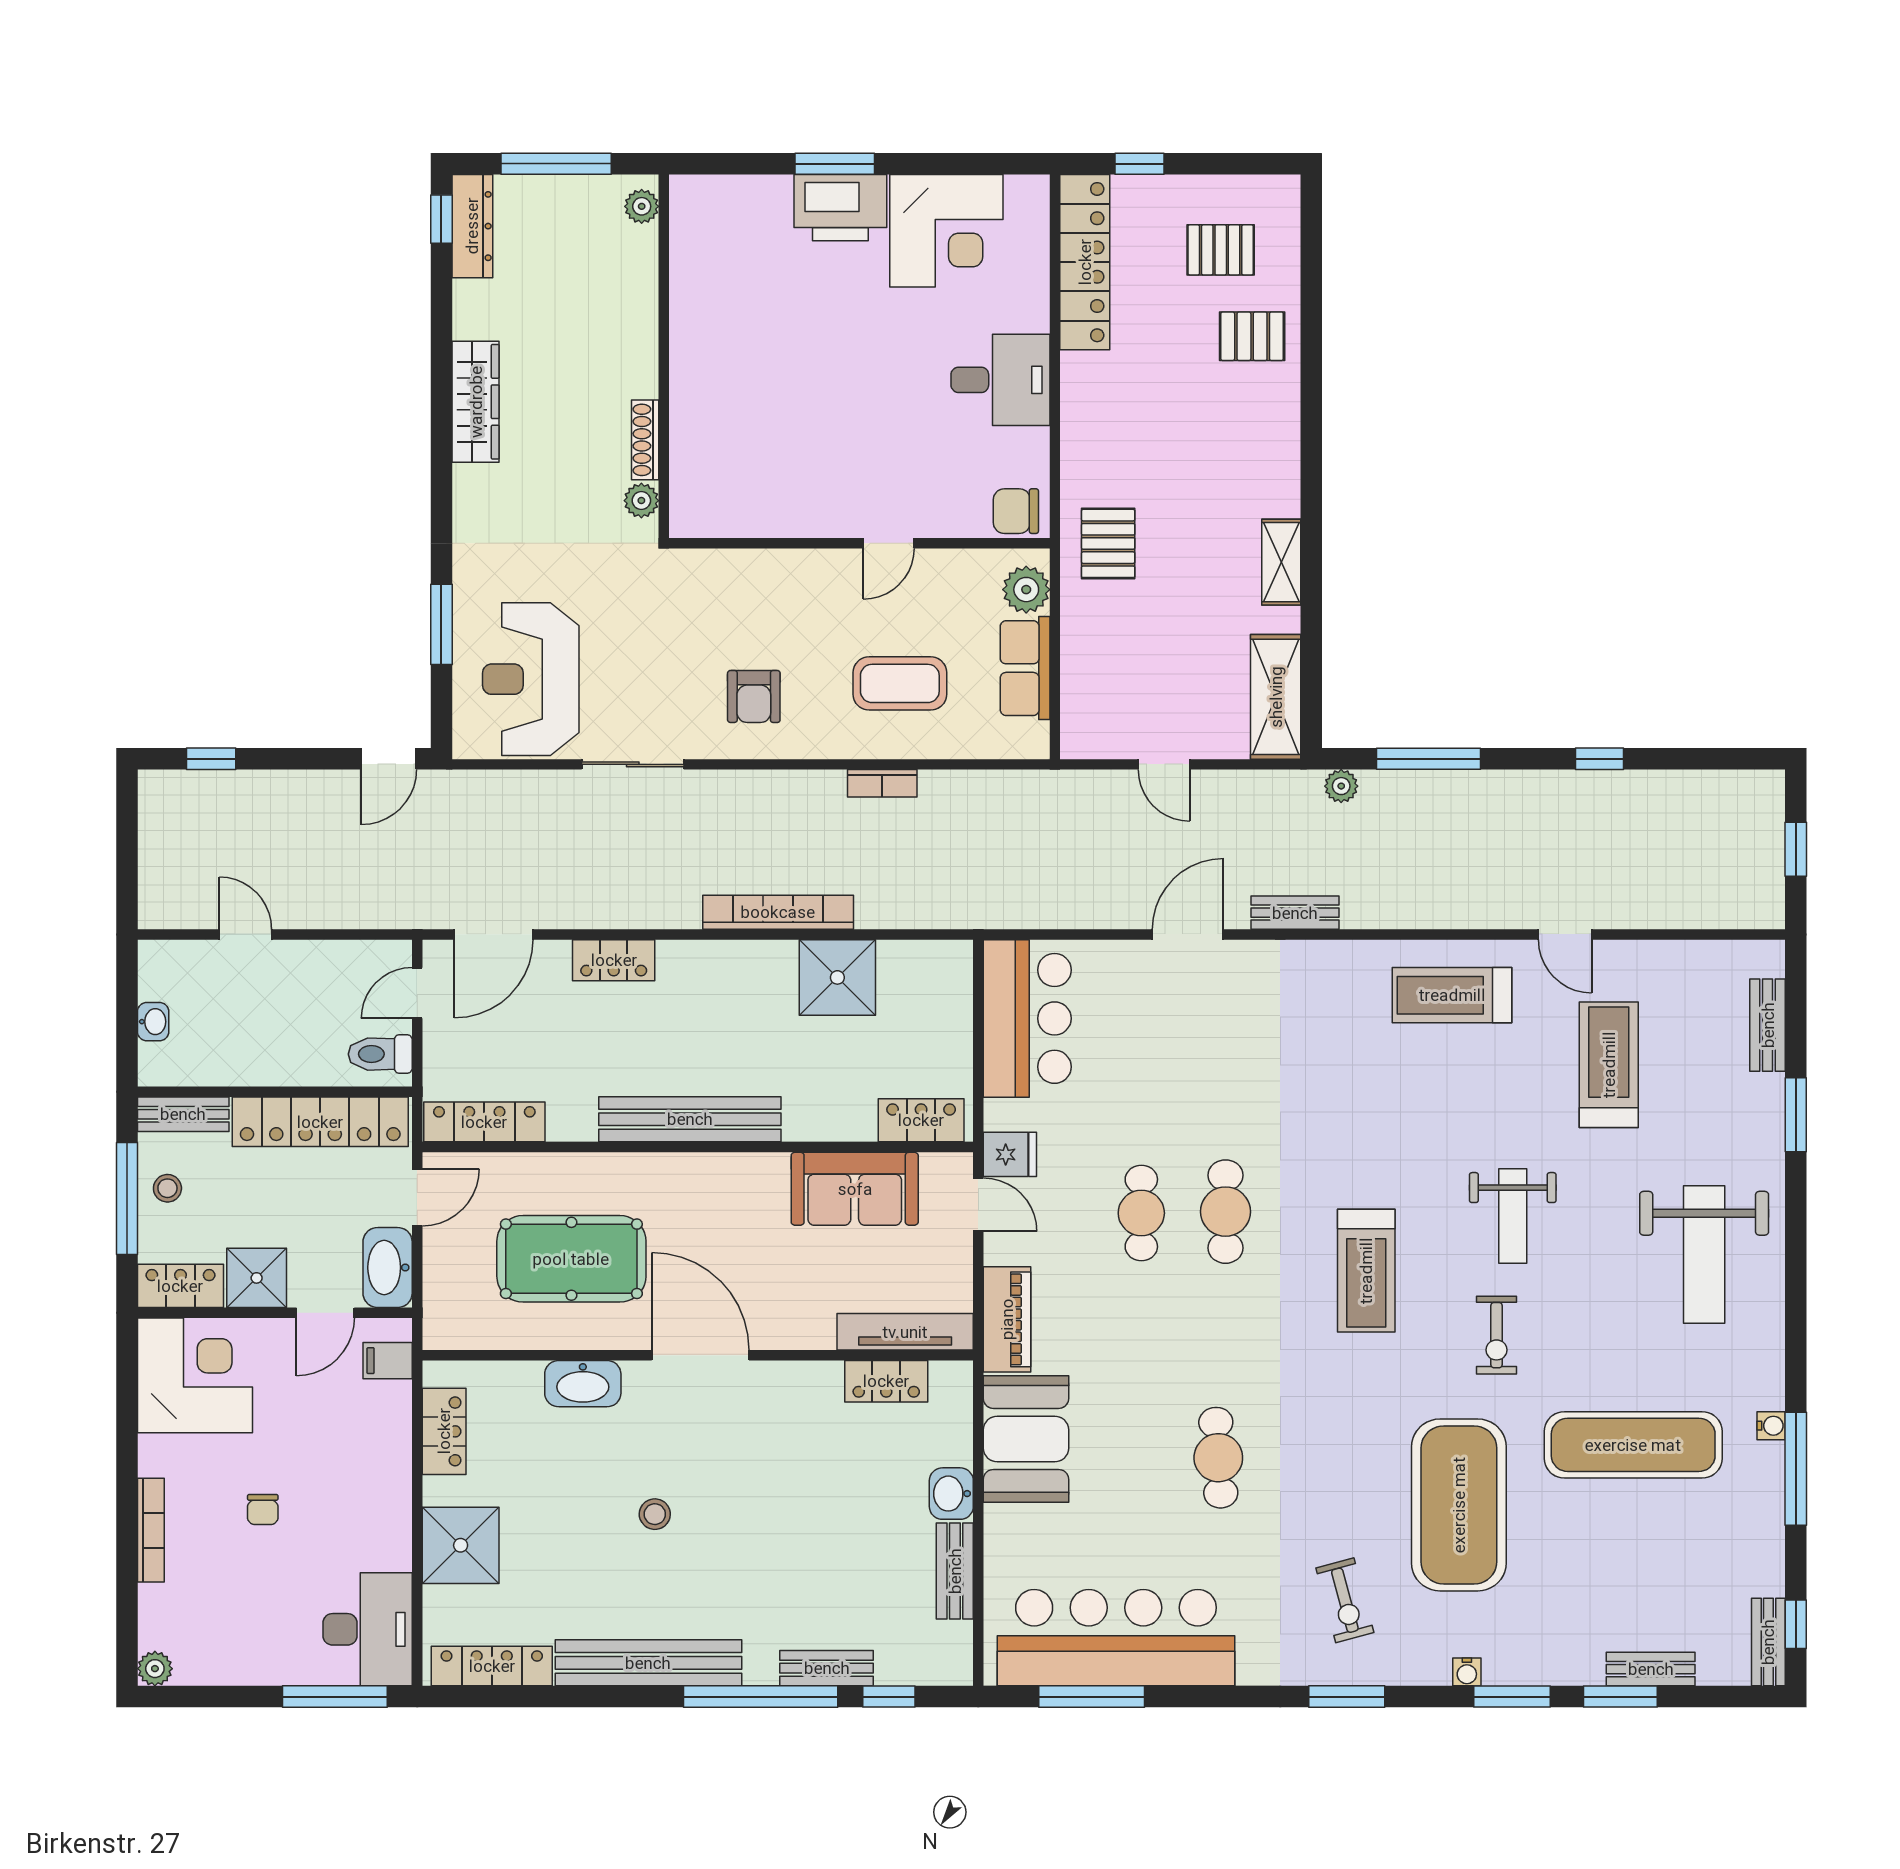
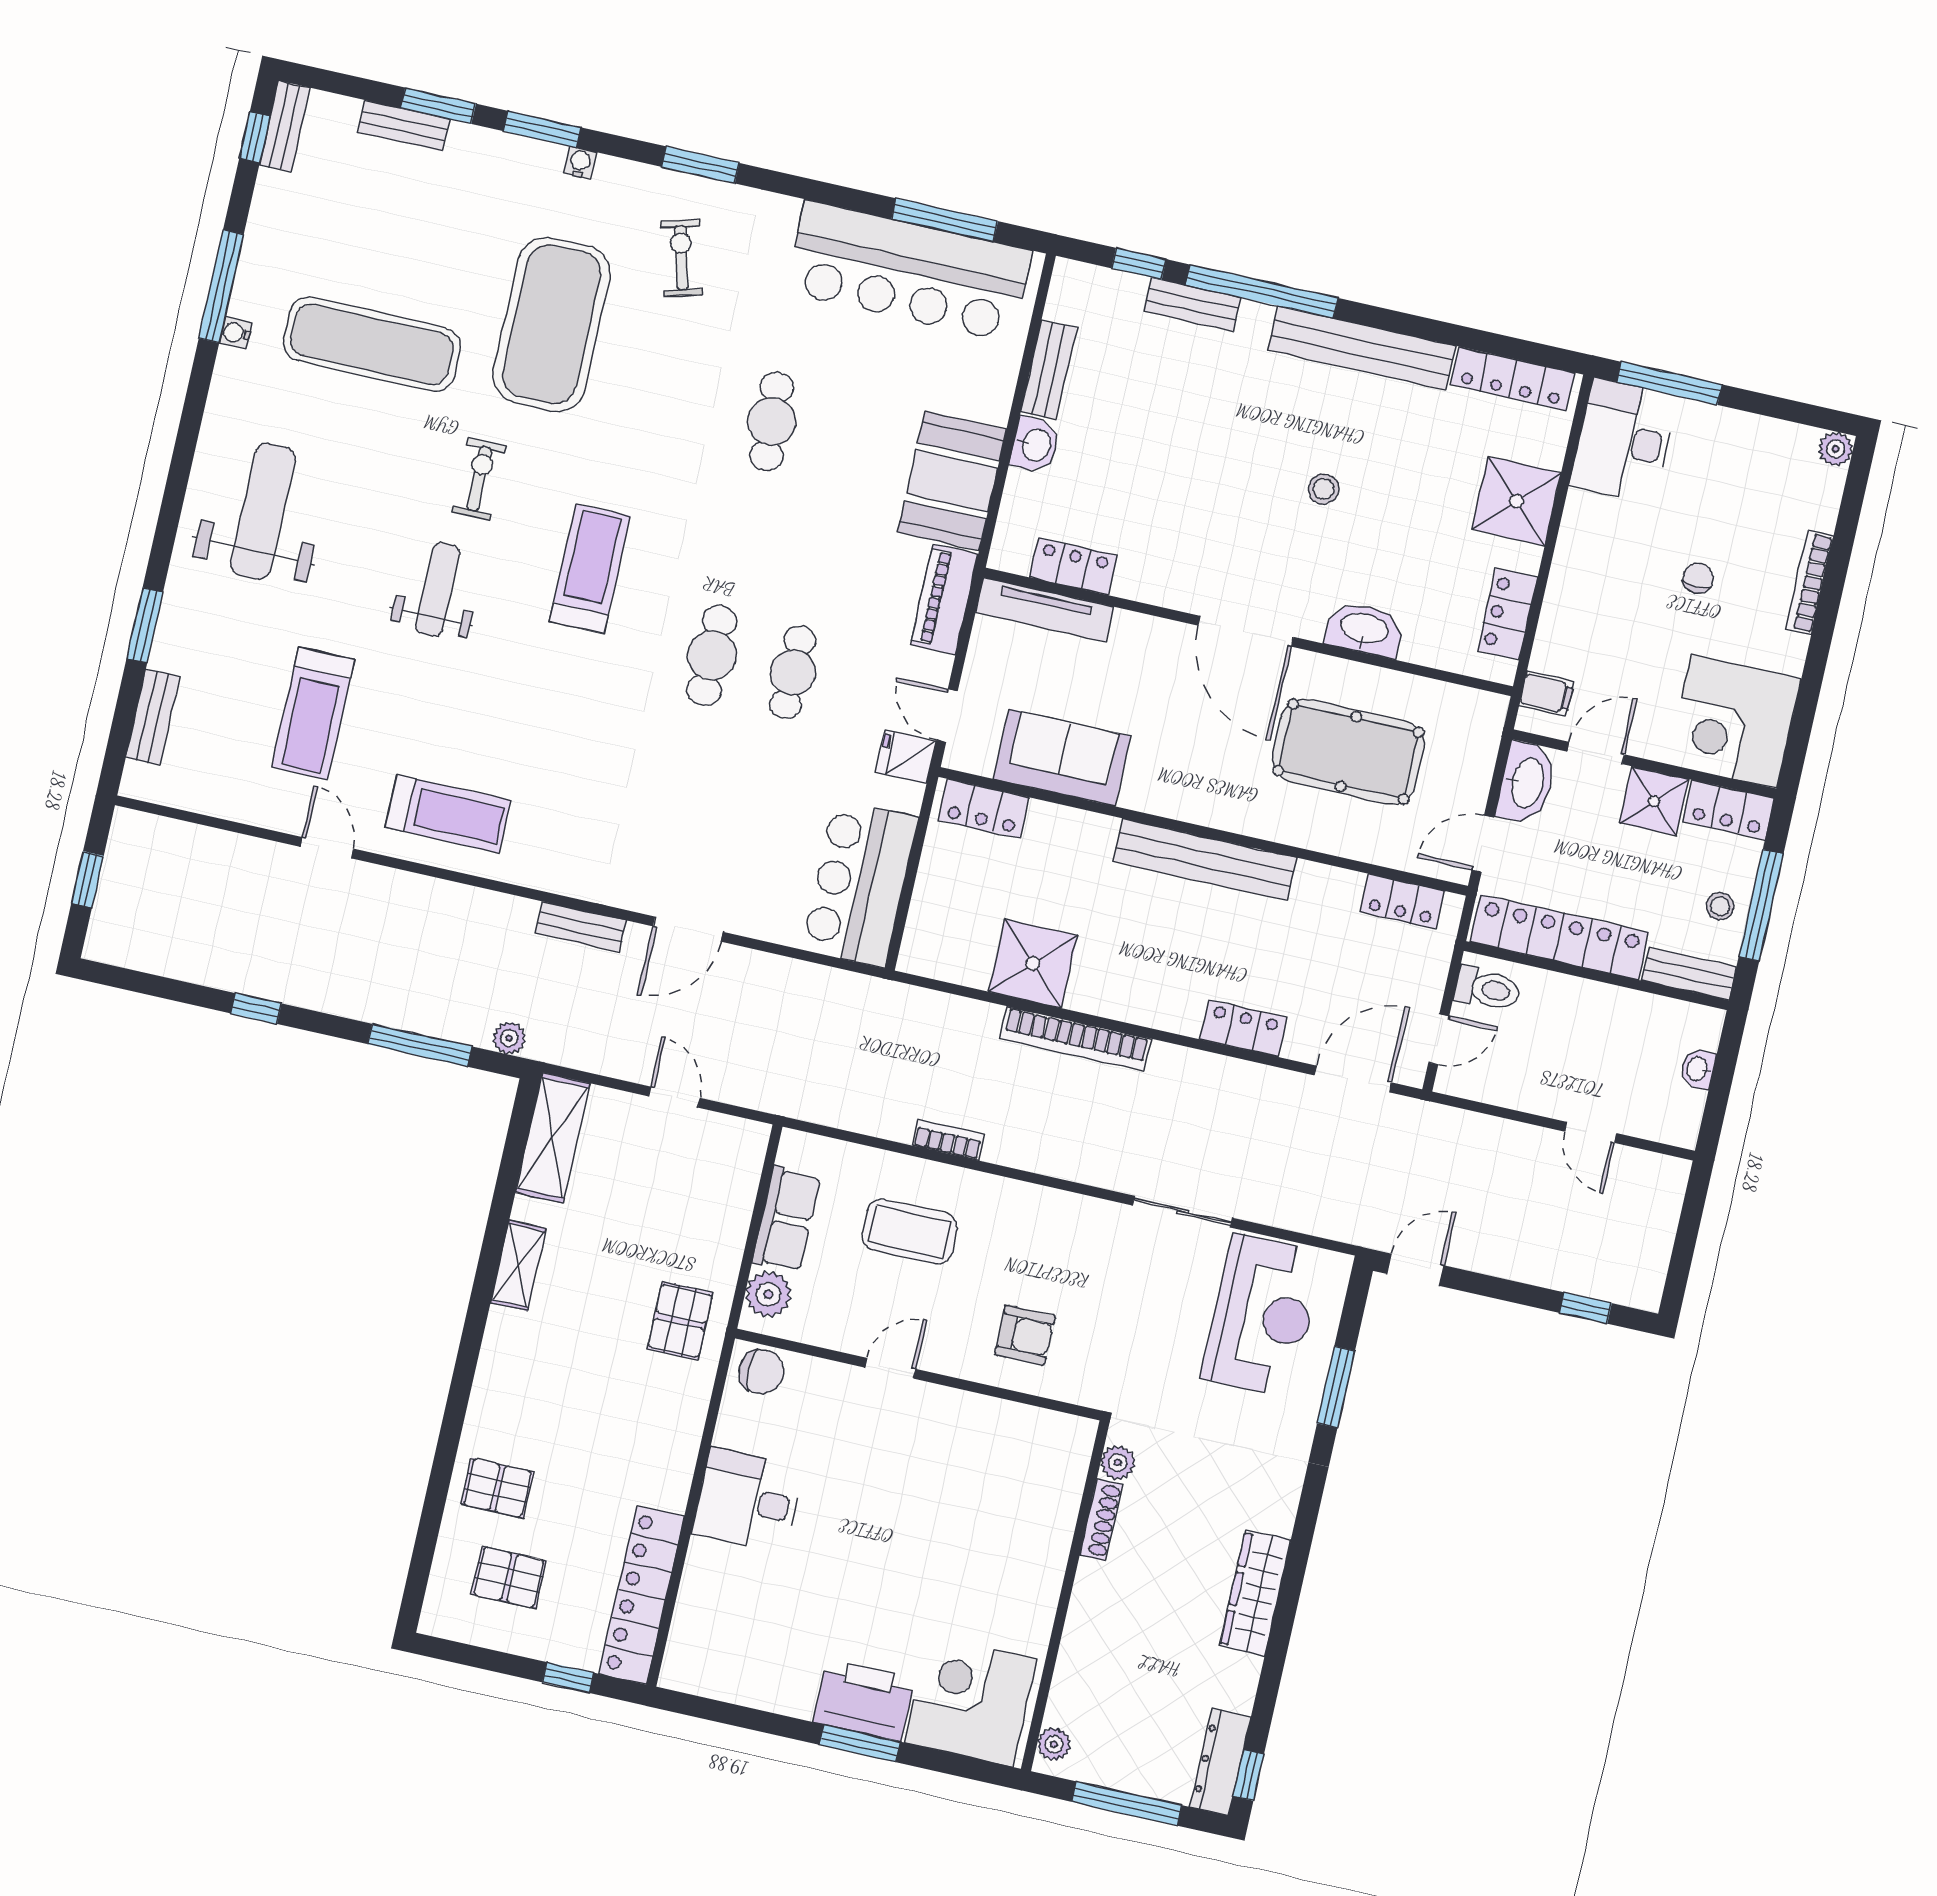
corner desk: (946, 231) -> (971, 1701), moved
armchair: (754, 696) -> (1025, 1335), moved, turned 90
locker: (484, 1122) -> (1402, 901), width x0.66

